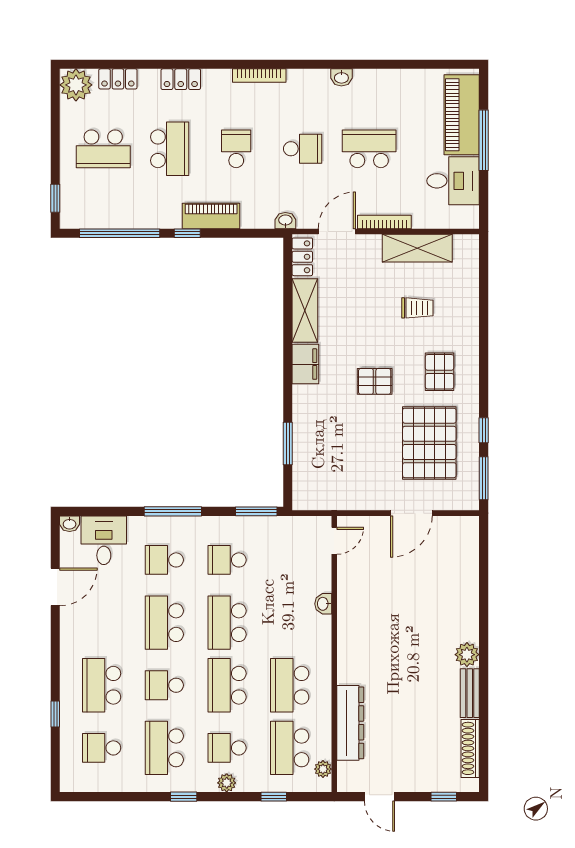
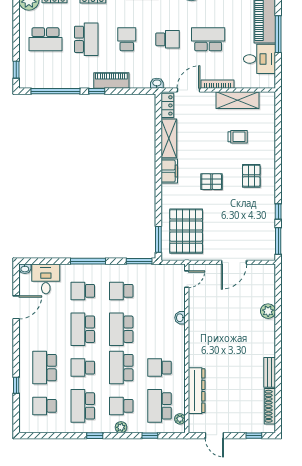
window: (288, 443) -> (158, 239), moved
pallet: (429, 443) -> (186, 231), moved
plant: (467, 655) -> (268, 311), moved
school desk: (290, 685) -> (160, 368), width x0.54

